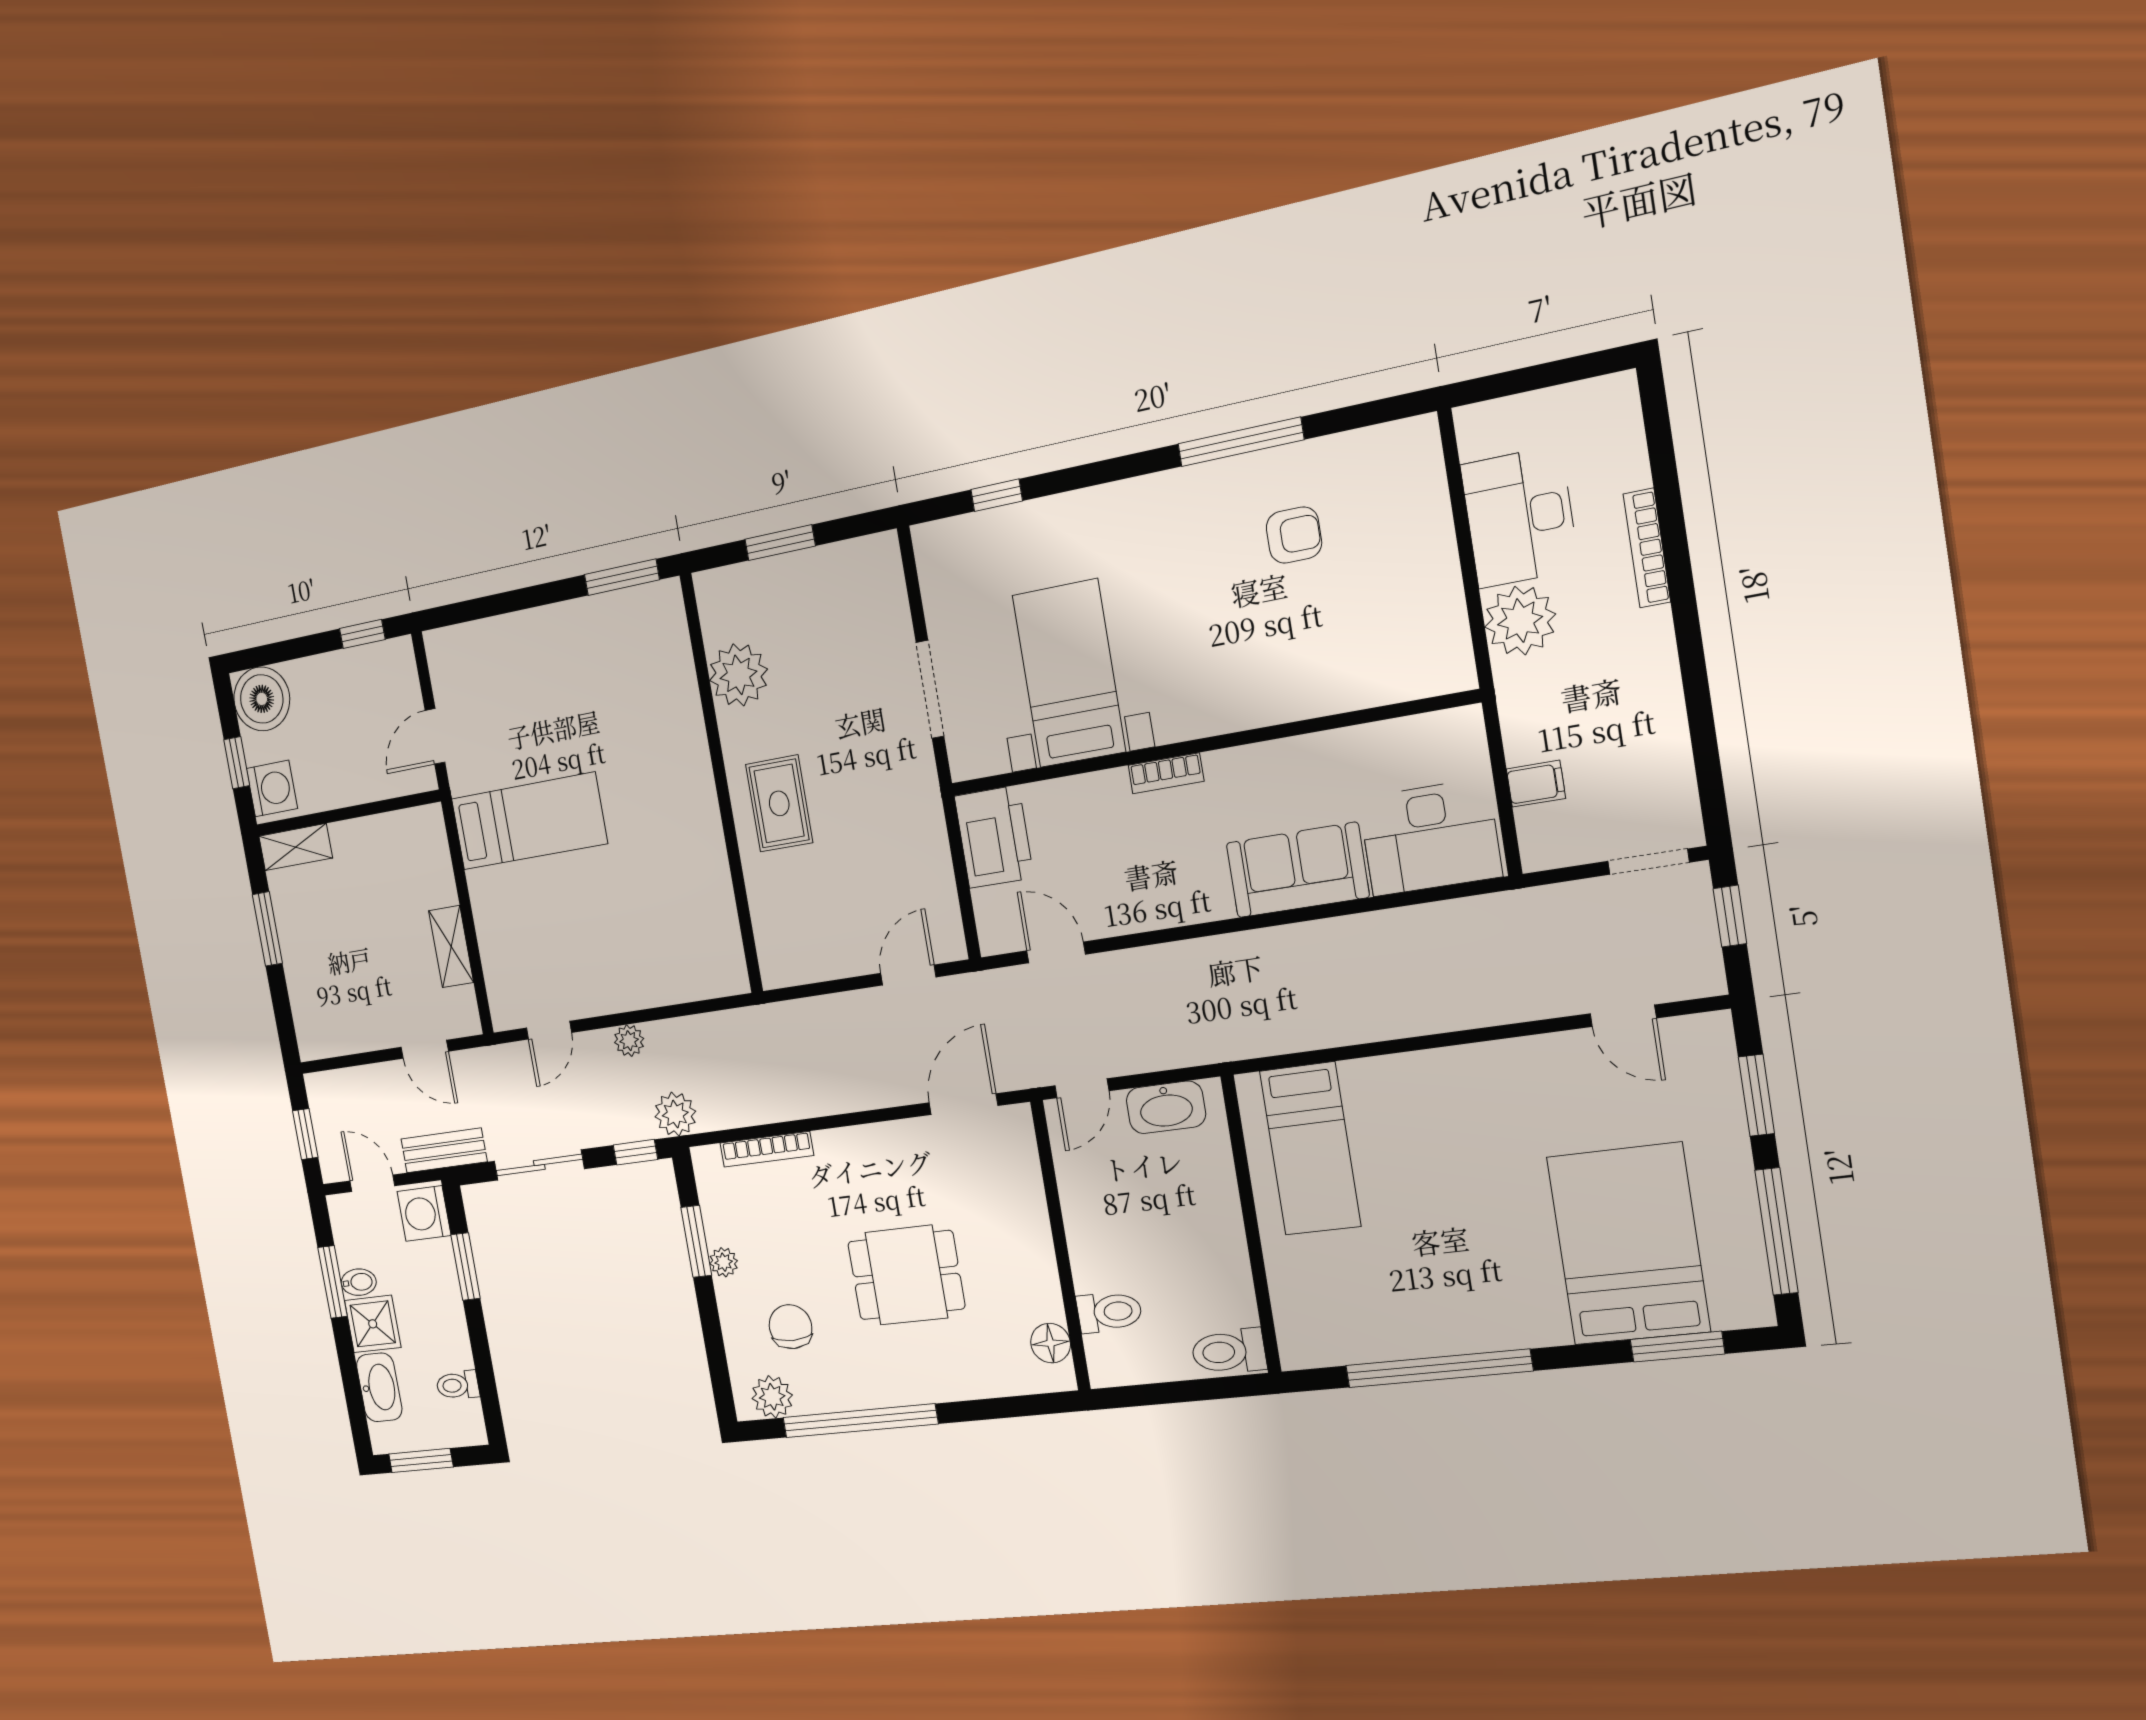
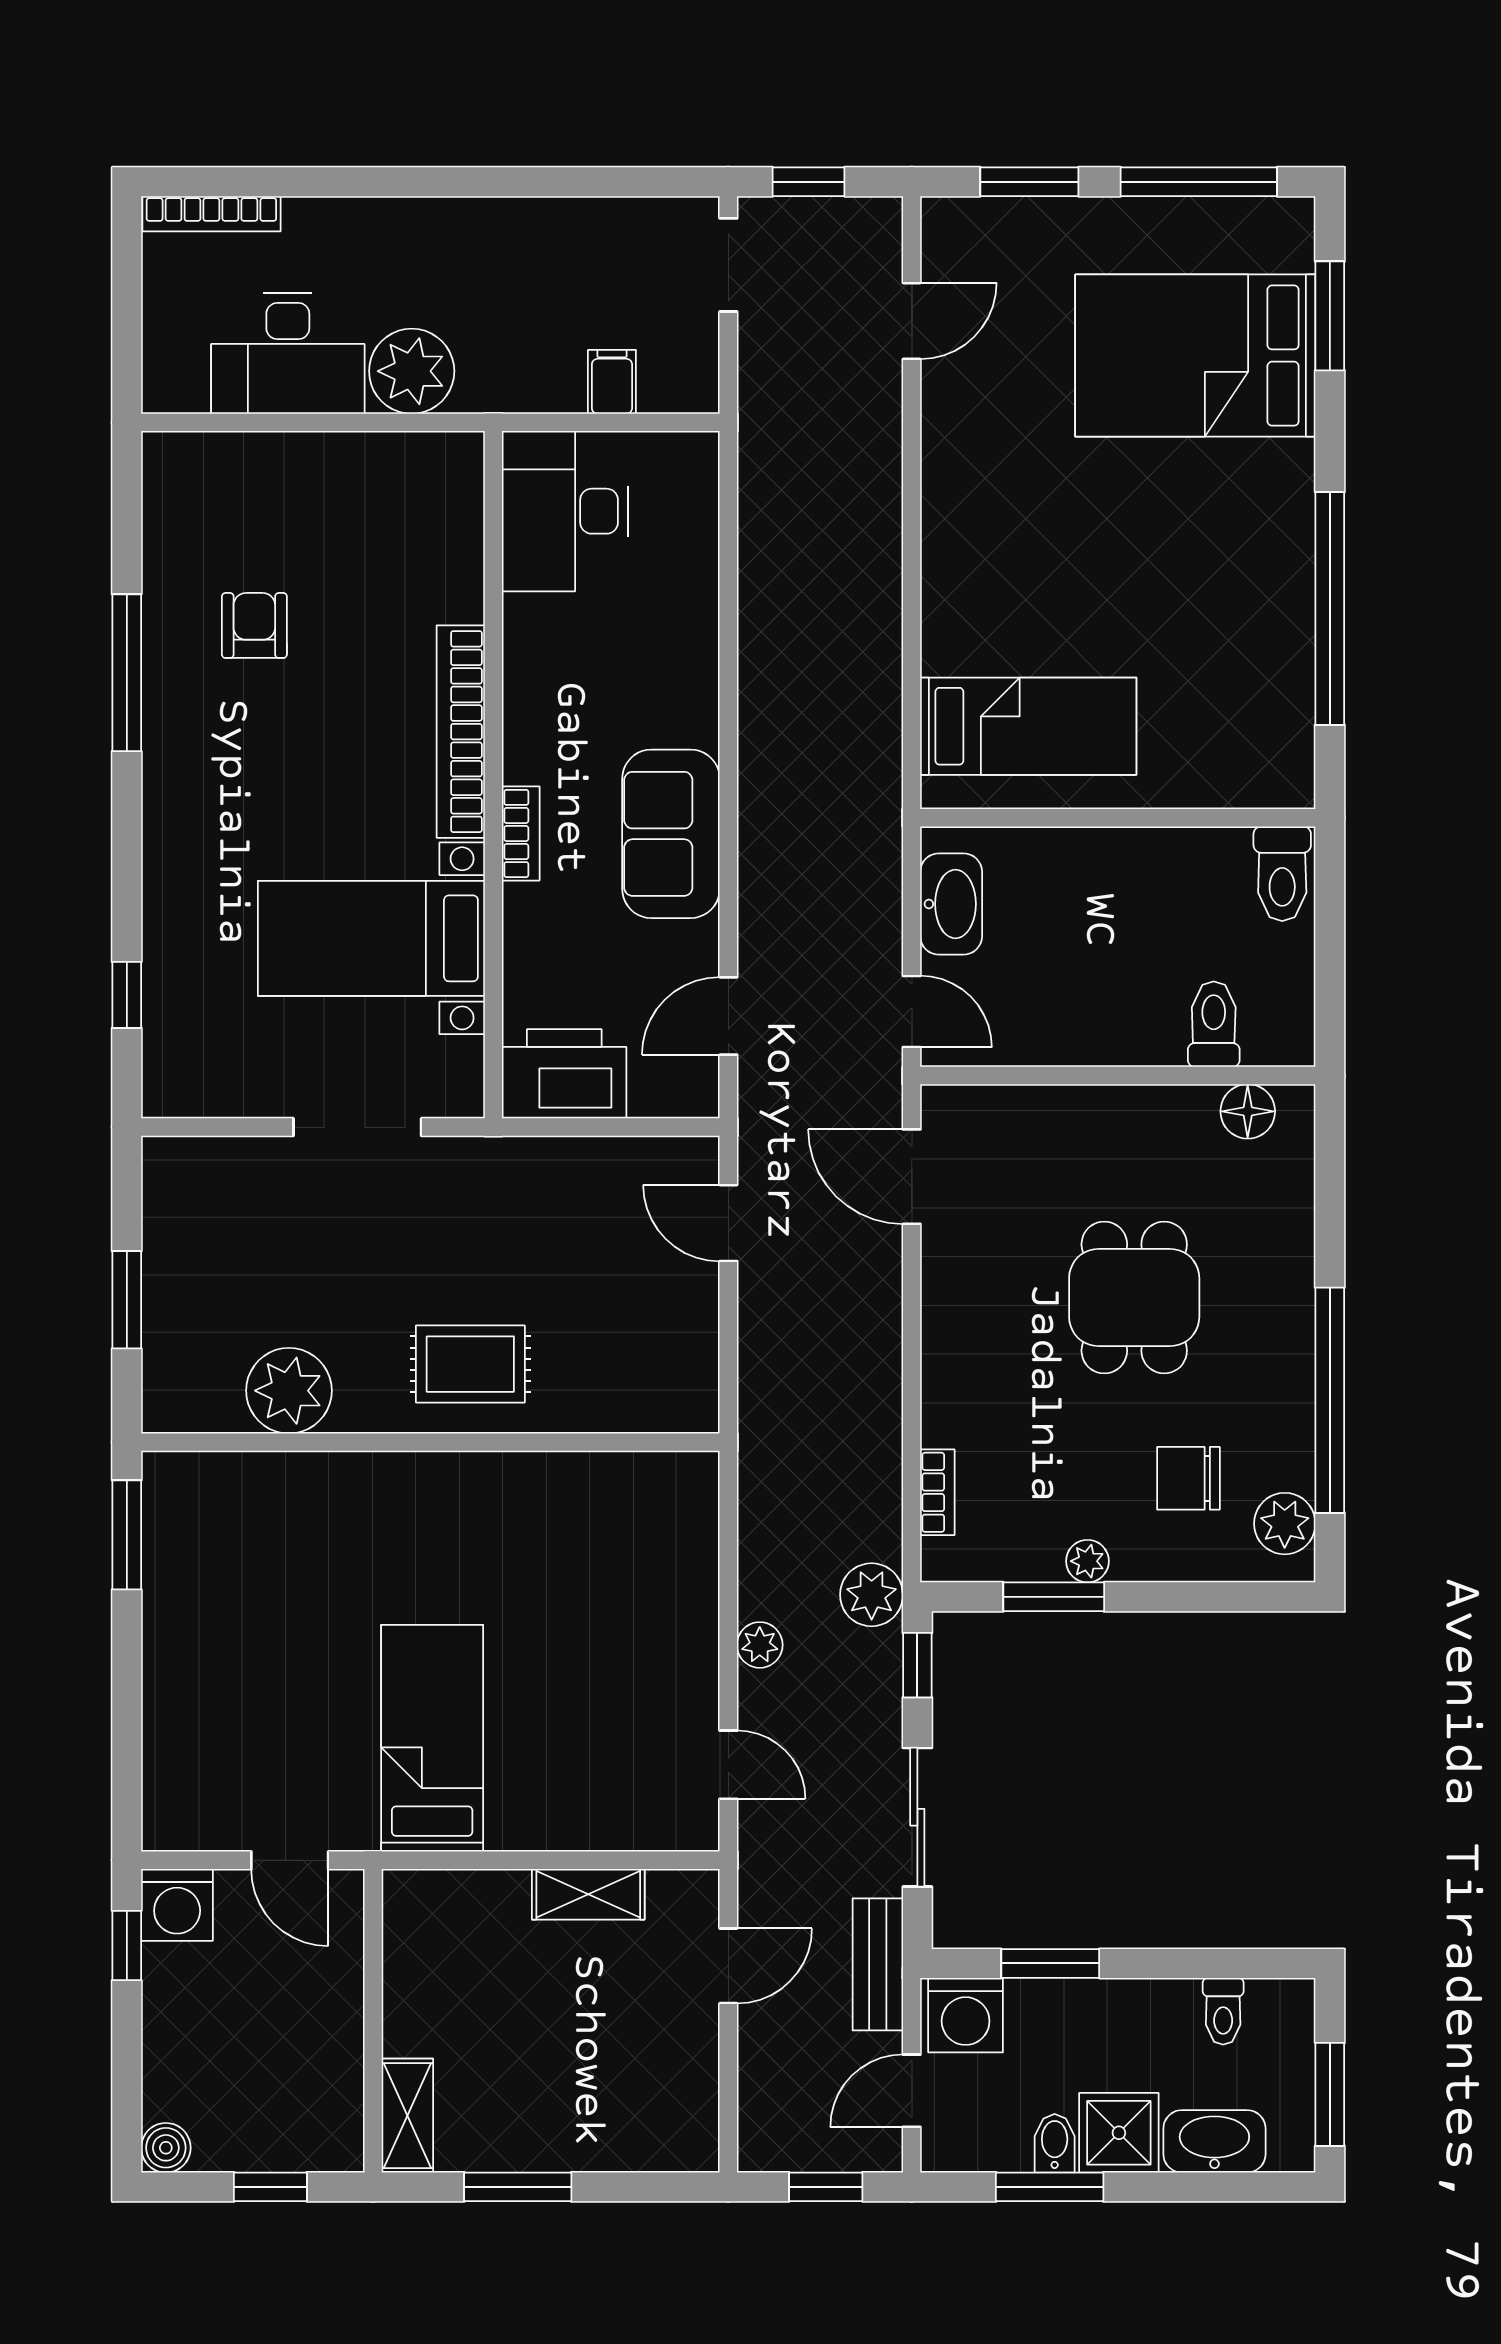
bookcase: (1647, 548) -> (211, 214), moved
boiler: (262, 699) -> (166, 2148), width x0.54, depth x0.54
bookcase: (1237, 713) -> (461, 732), added
washing machine: (272, 788) -> (177, 1905), moved, turned 180
desk: (1430, 837) -> (565, 511), moved, turned 180
sofa: (1298, 870) -> (671, 834), moved
bookcase: (767, 1149) -> (937, 1492), width x0.64

